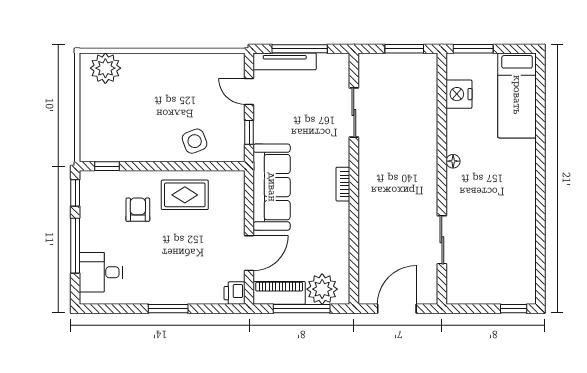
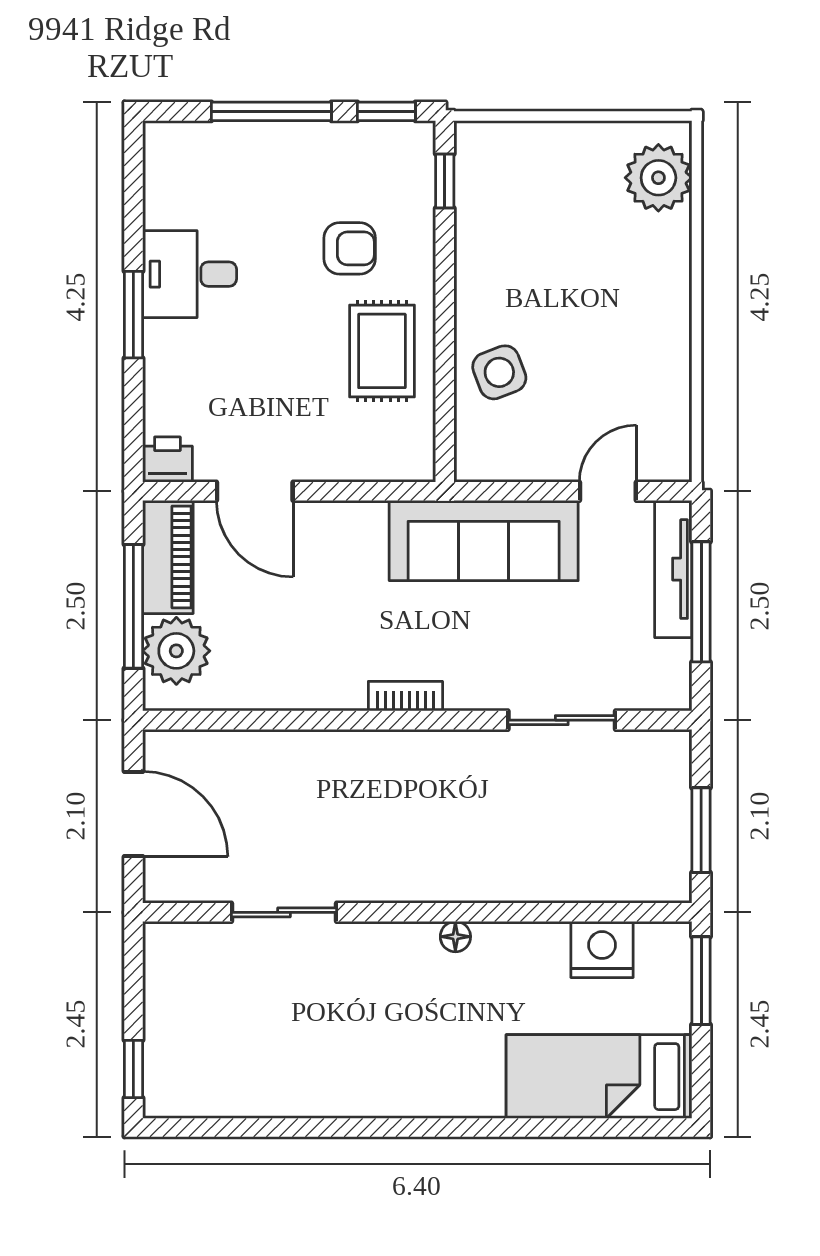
window: (249, 132) -> (518, 491), removed
sofa: (272, 187) -> (484, 541), moved
desk: (101, 272) -> (190, 274), moved, turned -90

